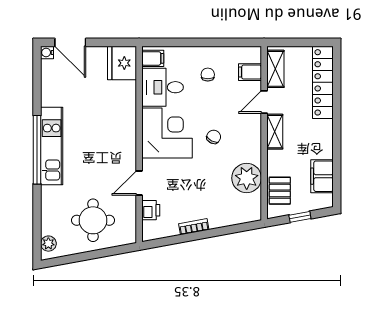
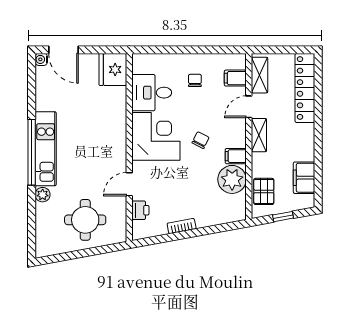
filing cabinet: (153, 58) -> (236, 156), moved, turned 180
plant: (48, 244) -> (43, 195), moved

